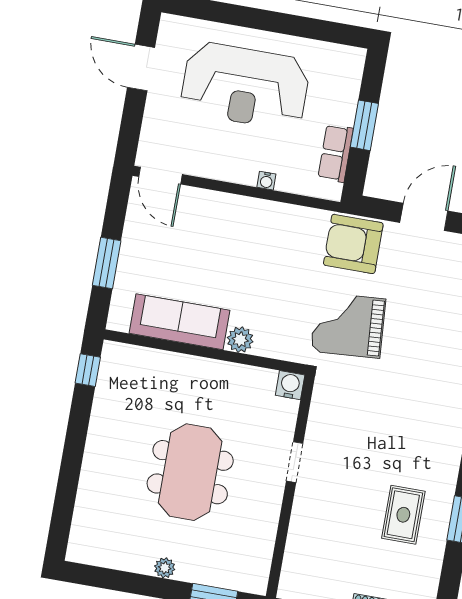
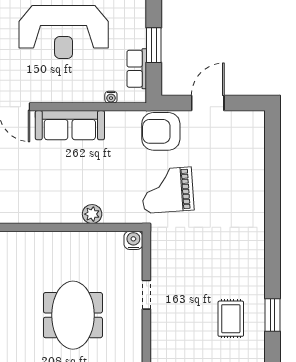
water cooler: (266, 181) -> (111, 97), moved
sofa: (179, 322) -> (70, 125), moved, turned 180

